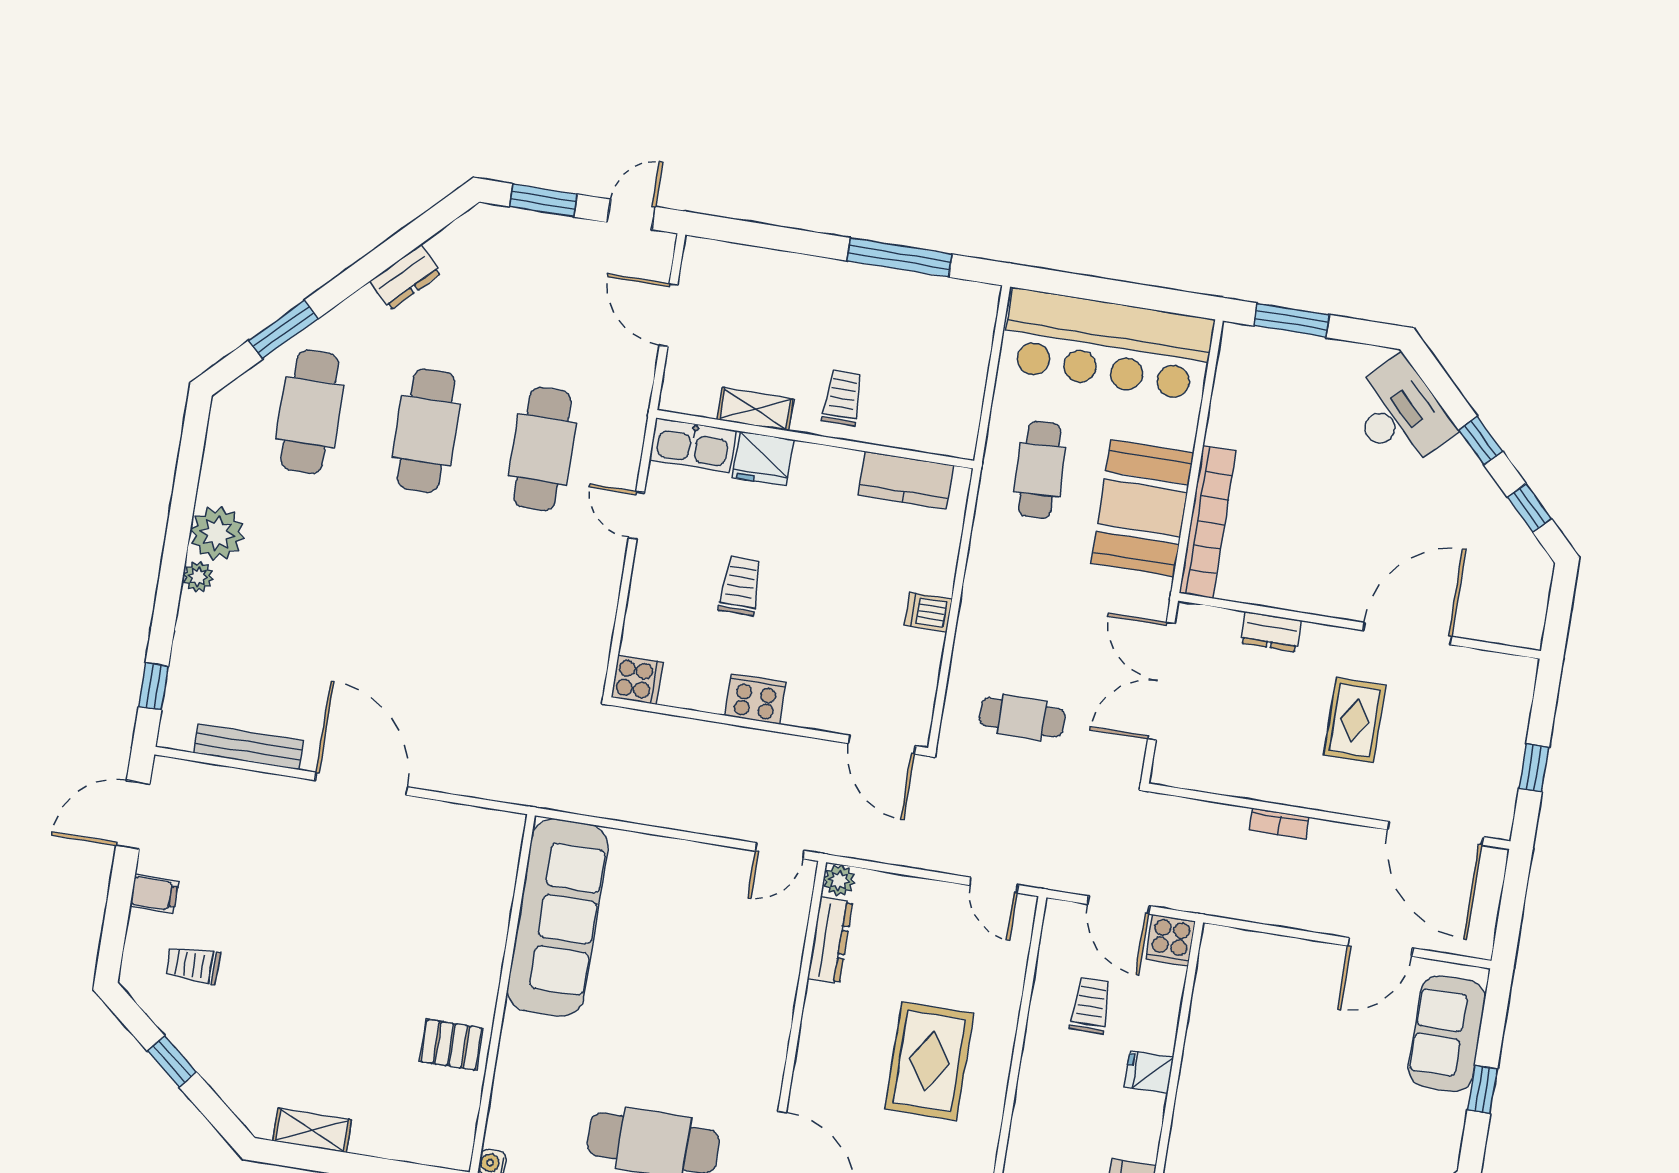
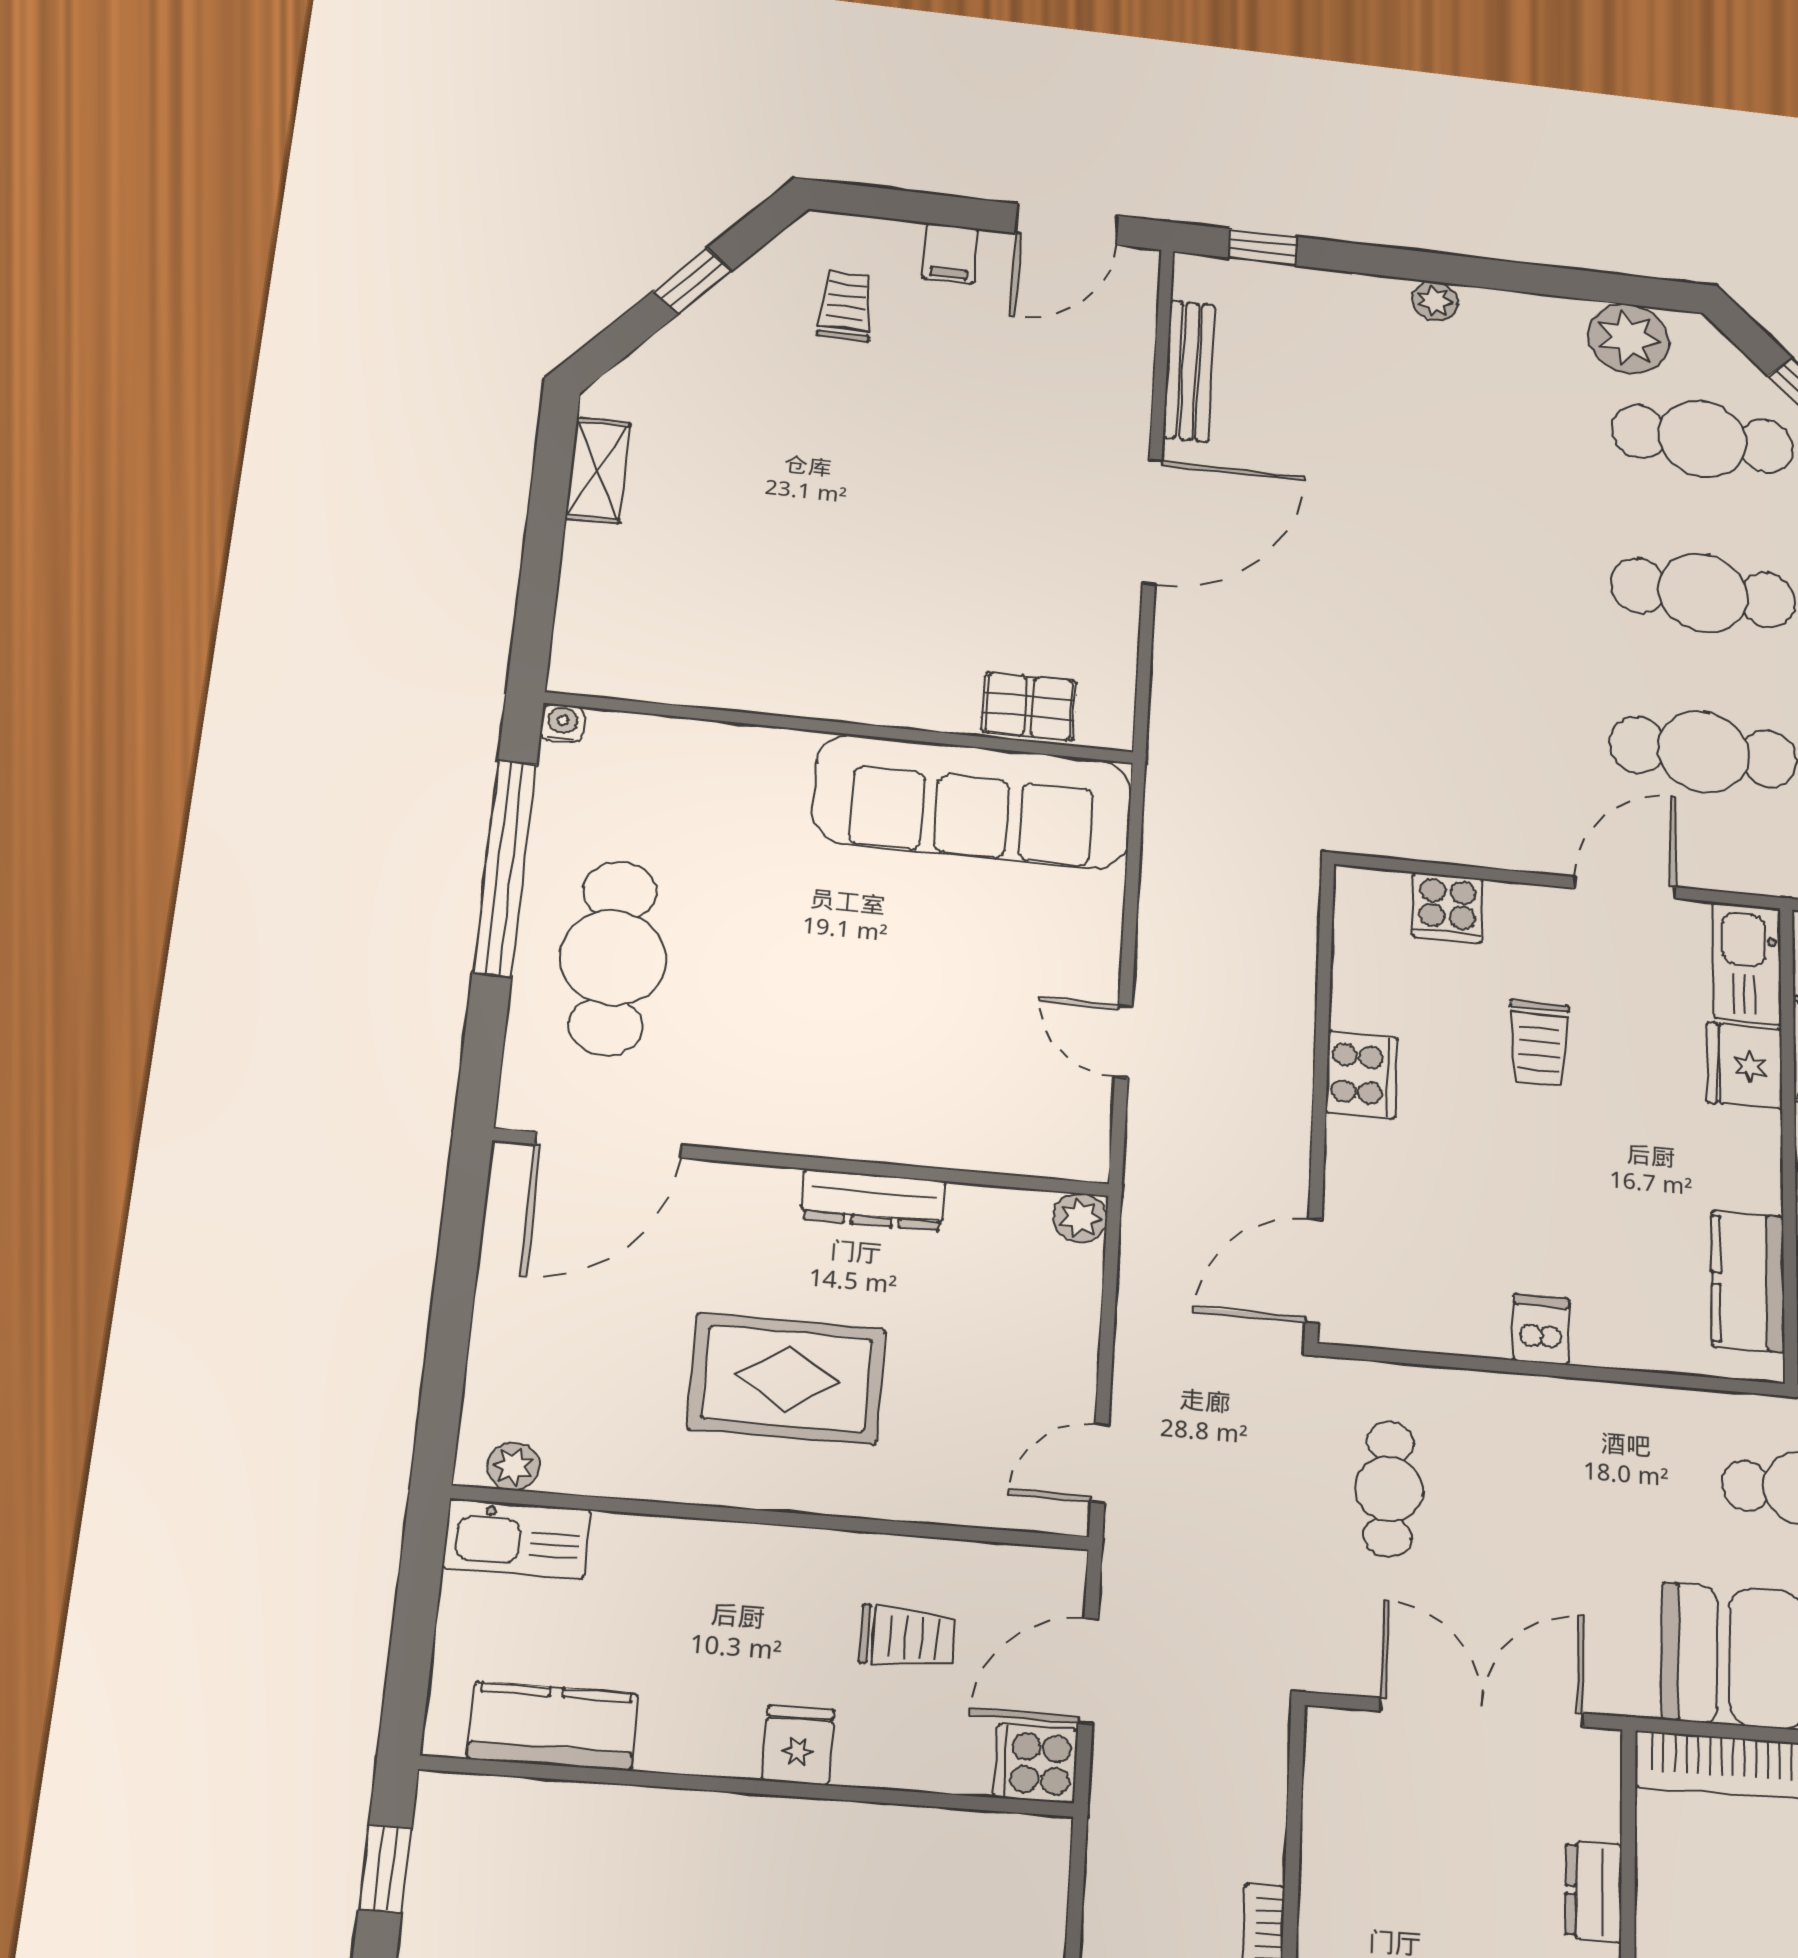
door: (636, 515) -> (1625, 888), width x1.38
plant: (217, 533) -> (1629, 339), moved
trolley: (740, 586) -> (1539, 1043), turned 90
cooker: (637, 680) -> (1447, 908), moved
door: (133, 815) -> (1067, 224), swing flipped
door: (780, 851) -> (1123, 1041), moved
dresser: (830, 940) -> (873, 1200), moved
pallet: (451, 1045) -> (1029, 706), moved, turned 90

